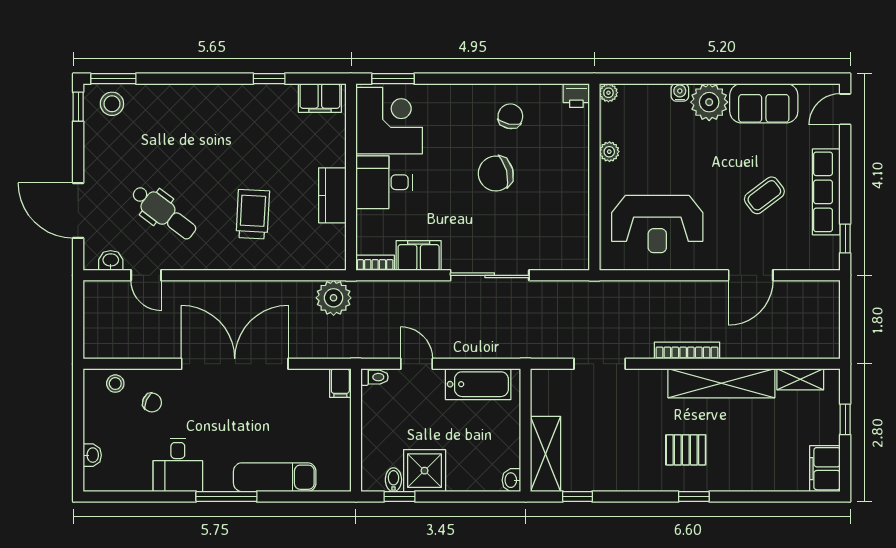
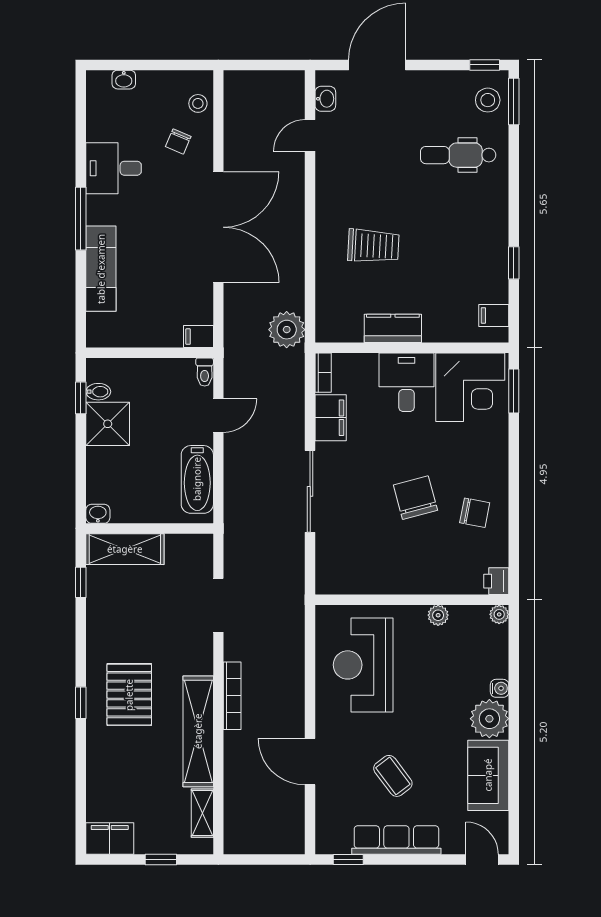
filing cabinet: (320, 98) -> (494, 315), width x0.50
dental chair: (164, 212) -> (458, 155), moved, turned 53
pallet: (686, 450) -> (129, 695), width x1.50, depth x1.42

